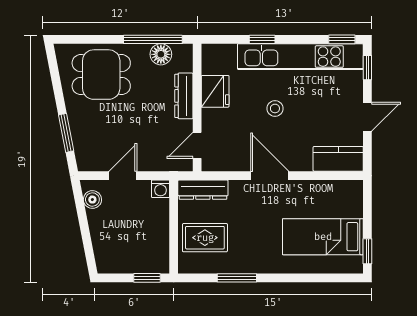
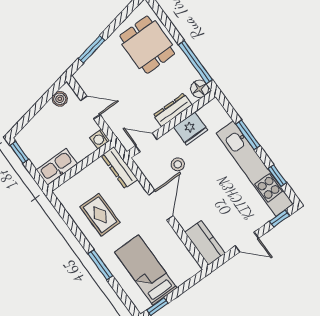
window: (262, 39) -> (248, 135), width x1.50
window: (342, 39) -> (277, 176), moved
floor lamp: (161, 54) -> (199, 89), moved
stool: (275, 108) -> (178, 164), moved
rug: (205, 238) -> (100, 215), moved
kitchen sink: (158, 251) -> (57, 167), added
window: (147, 278) -> (19, 152), moved
window: (237, 278) -> (100, 265), moved

